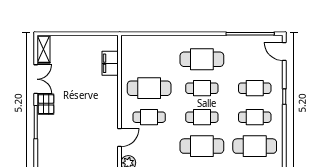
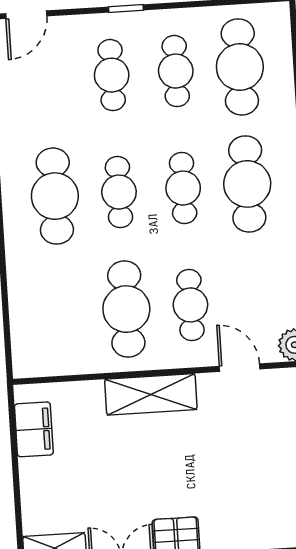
filing cabinet: (110, 63) -> (34, 429), moved, turned -90
shelving: (110, 97) -> (151, 394), added

